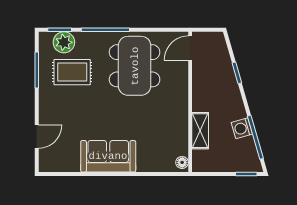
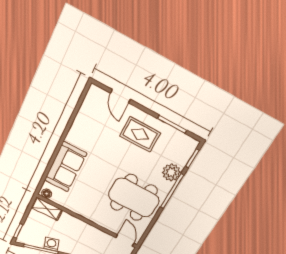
plant: (64, 42) -> (171, 172), moved
rug: (72, 72) -> (140, 134), moved, turned 90
shelving: (200, 131) -> (47, 209), moved
sofa: (108, 156) -> (65, 167), moved

